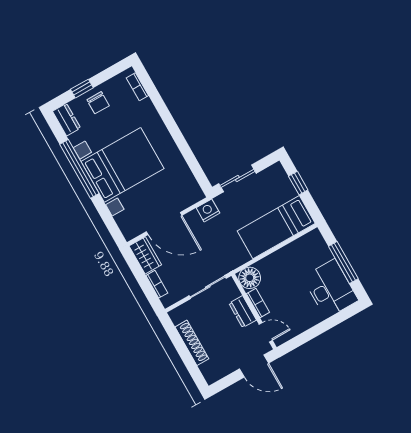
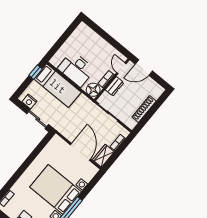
window: (298, 183) -> (36, 72), moved
nightstand: (208, 210) -> (29, 101), moved
window: (343, 263) -> (63, 38), removed
desk: (330, 289) -> (76, 69), moved, turned -90
door: (254, 366) -> (144, 68), swing flipped

